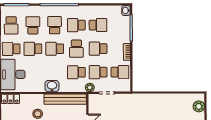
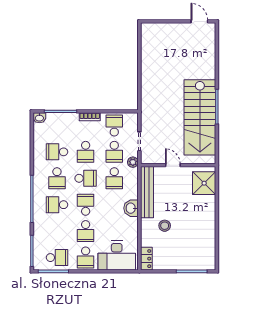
school desk: (33, 25) -> (57, 231), removed
school desk: (98, 25) -> (57, 152), turned -90
school desk: (55, 49) -> (86, 205), turned 180
plant: (199, 106) -> (156, 30), removed

